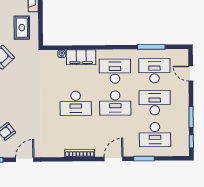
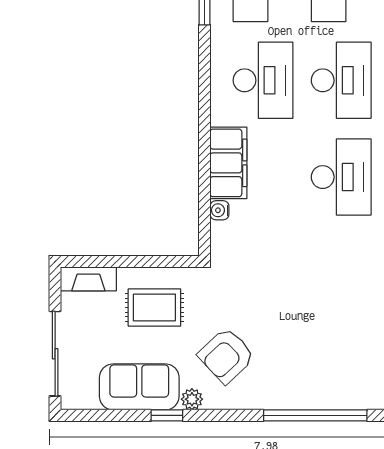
desk: (115, 71) -> (263, 80), turned 180

